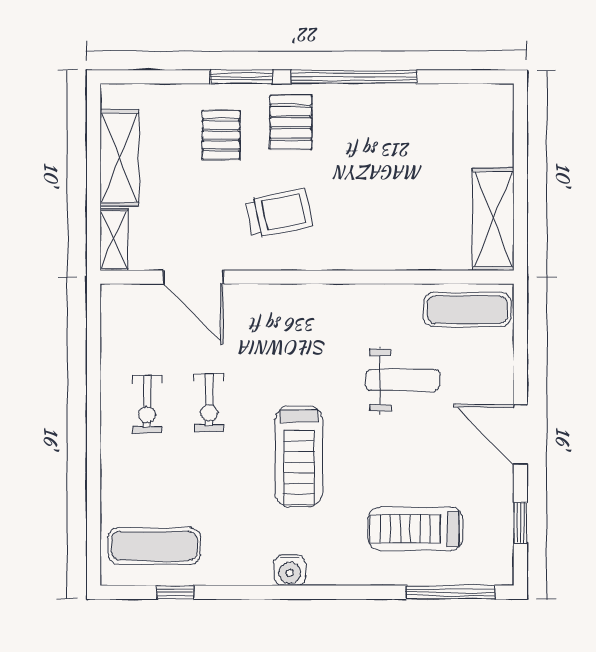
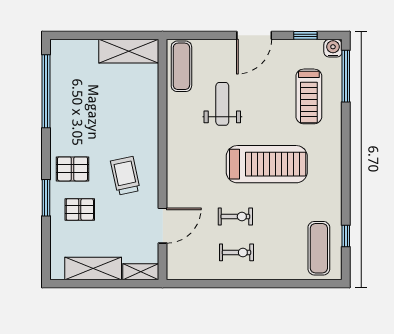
window: (354, 77) -> (46, 91), moved
treadmill: (299, 456) -> (267, 164), width x1.37, depth x1.38
water cooler: (290, 570) -> (333, 48), moved, turned -90

